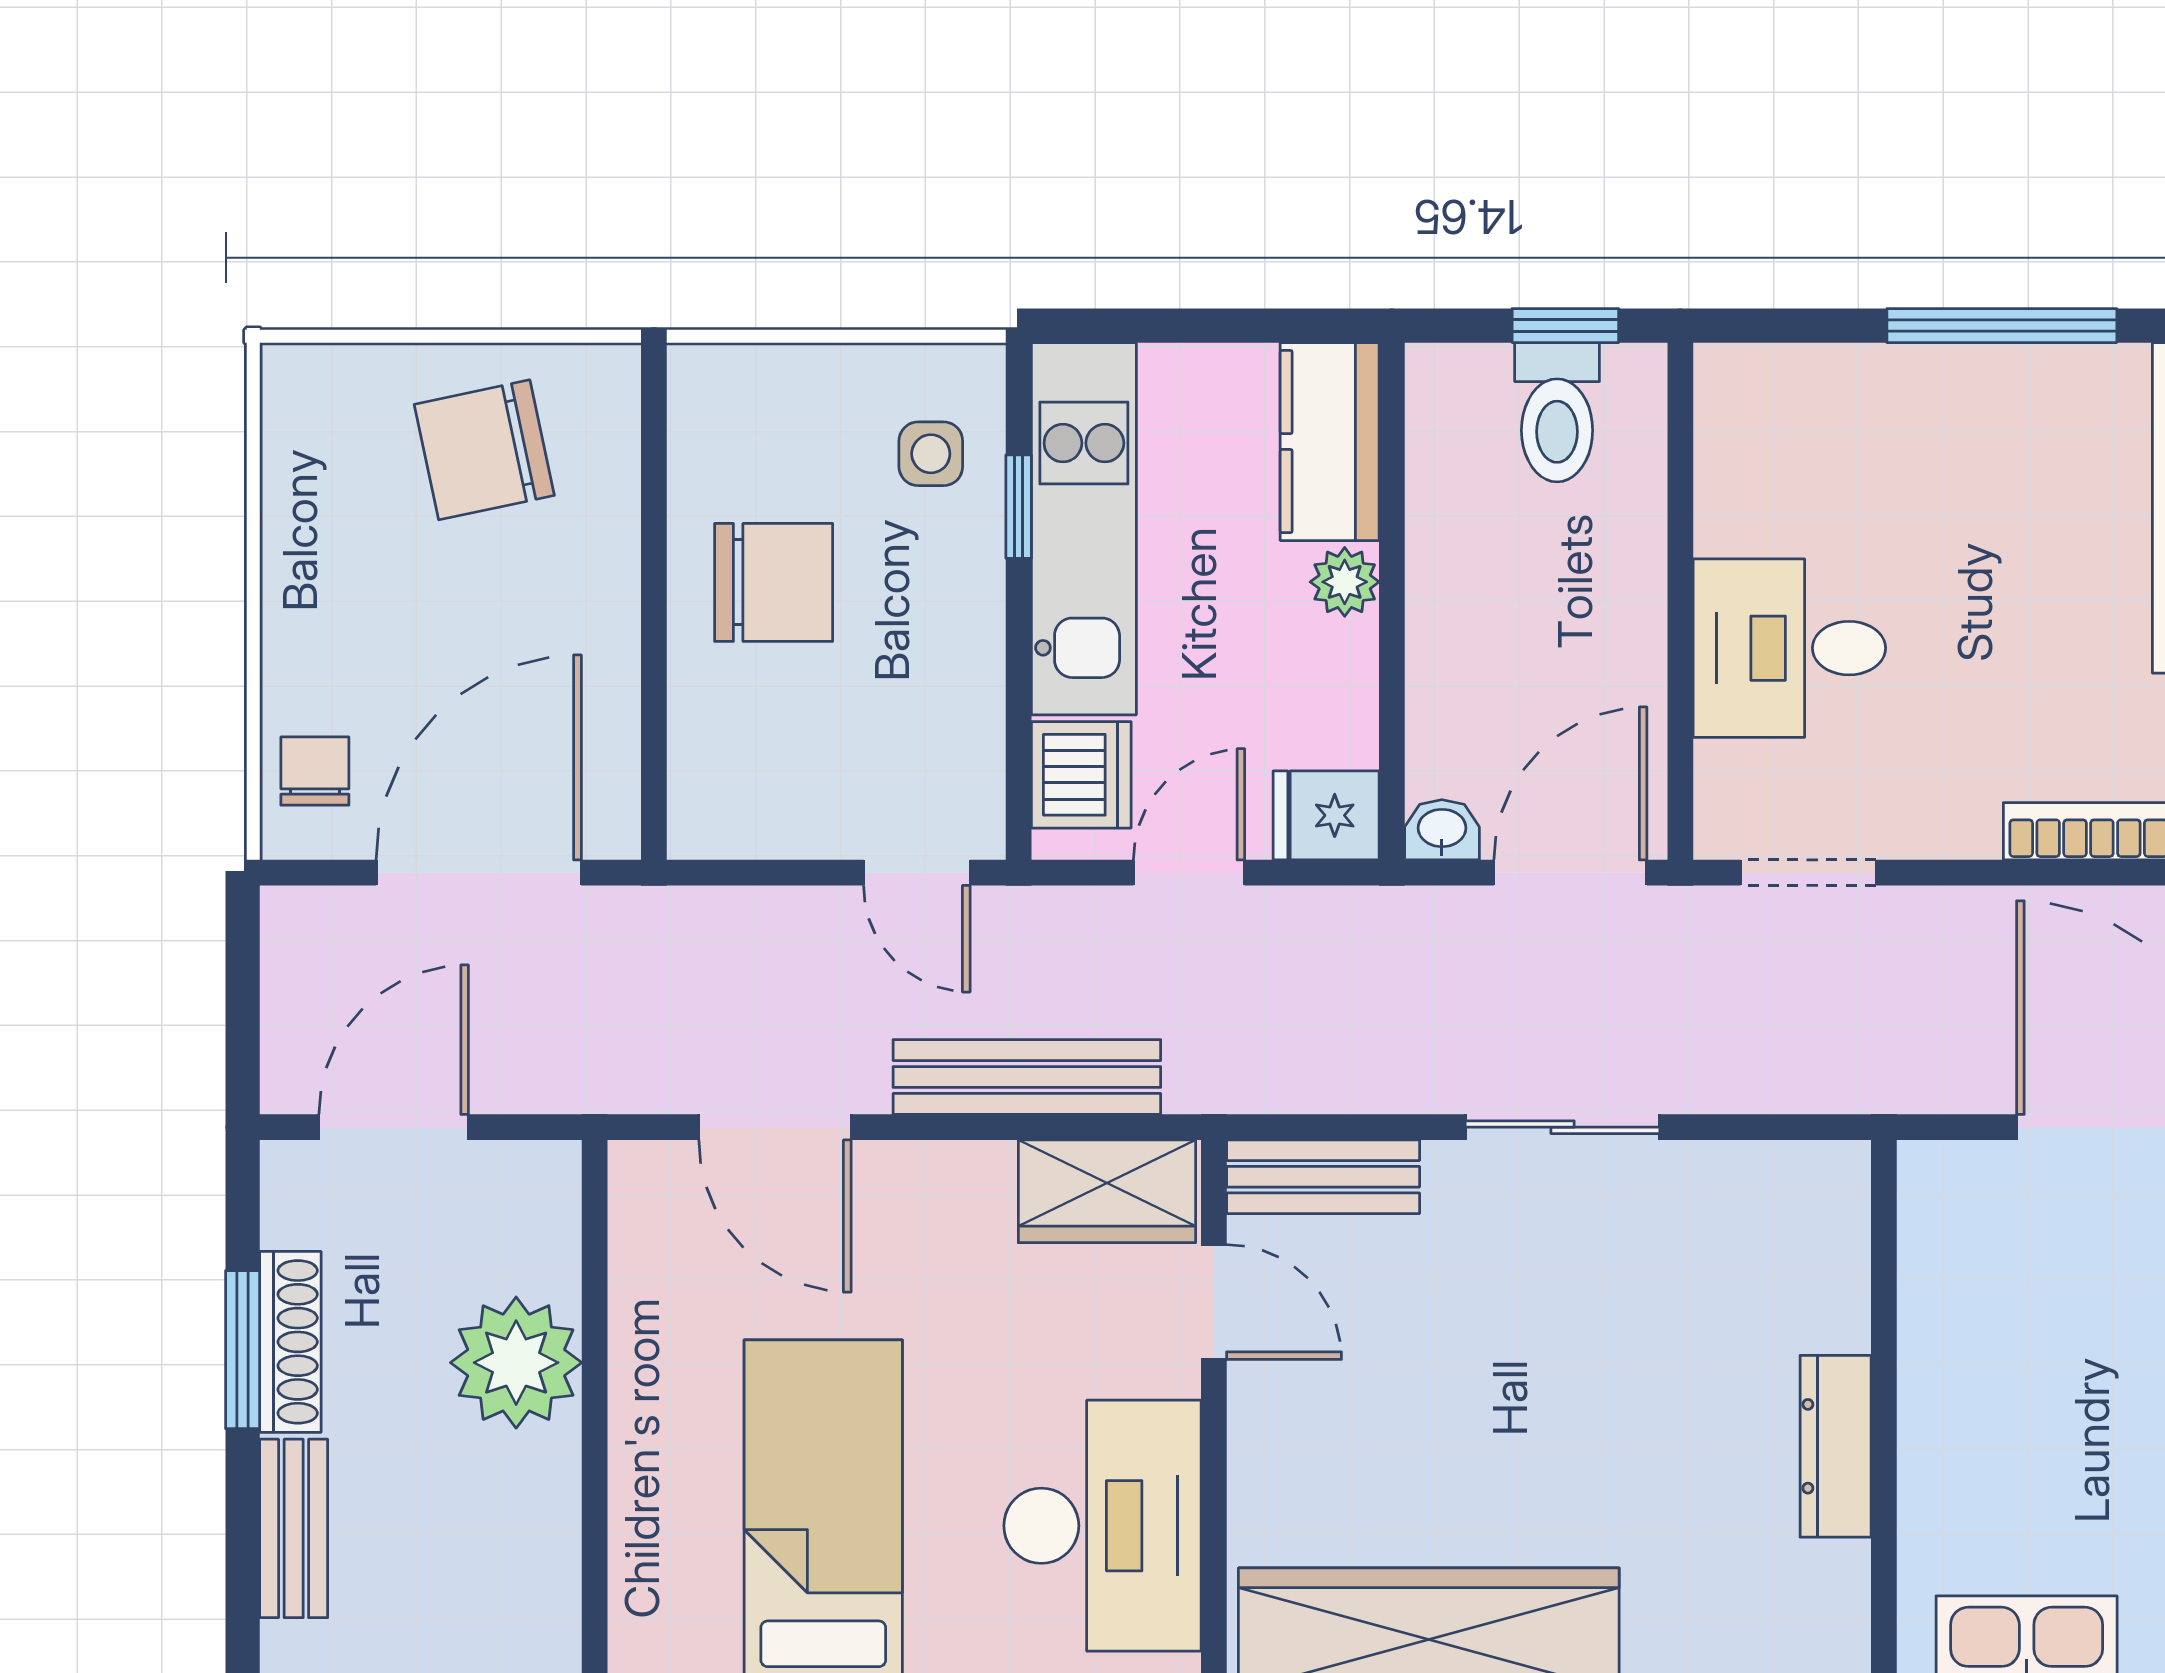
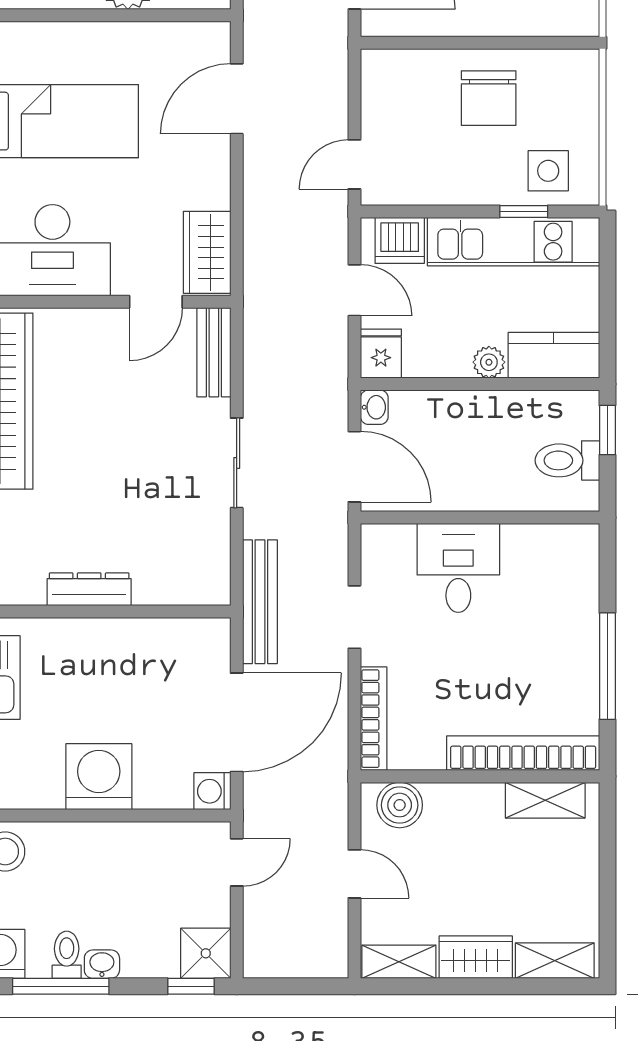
window: (1565, 326) -> (607, 430), moved
side table: (931, 454) -> (548, 171), width x1.37, depth x1.37
doorway: (1808, 873) -> (354, 617), moved
bench: (1027, 1077) -> (260, 602), moved

